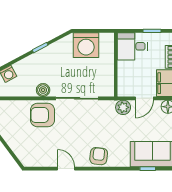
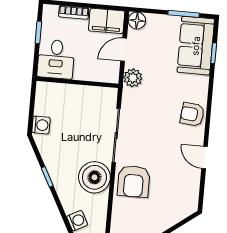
washing machine: (86, 45) -> (41, 125), width x0.53, depth x0.53
boiler: (43, 90) -> (94, 177), width x1.86, depth x1.86
door: (144, 98) -> (124, 50), swing flipped
door: (66, 169) -> (205, 158), hinge flipped

